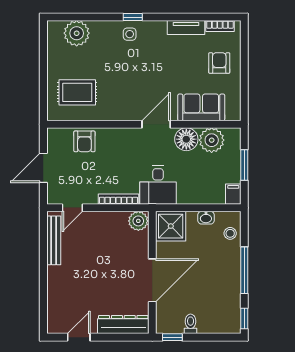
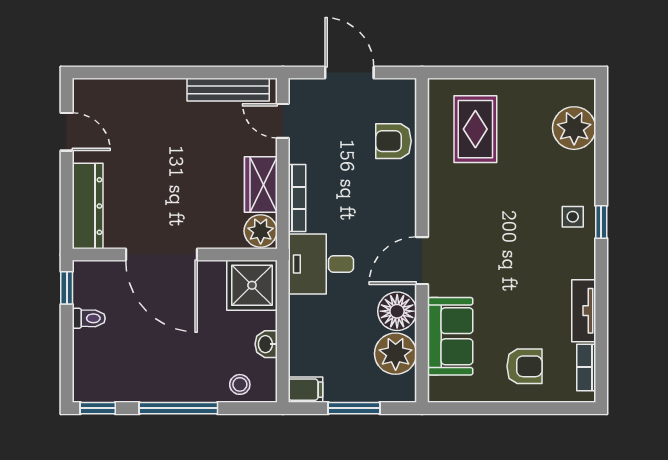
door: (156, 124) -> (422, 261), swing flipped
wardrobe: (110, 221) -> (261, 184), added

